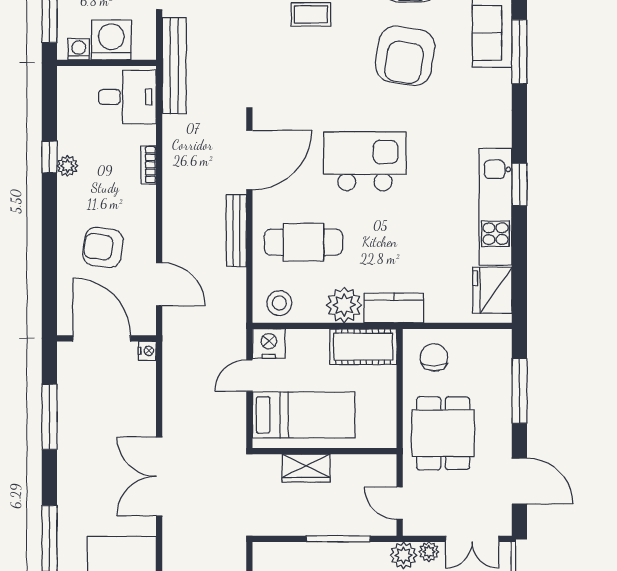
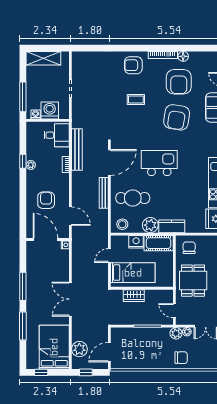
bench: (174, 66) -> (77, 149), moved
armchair: (103, 247) -> (46, 200), turned 82
nightstand: (269, 344) -> (136, 242), moved
window: (49, 417) -> (23, 286), moved

